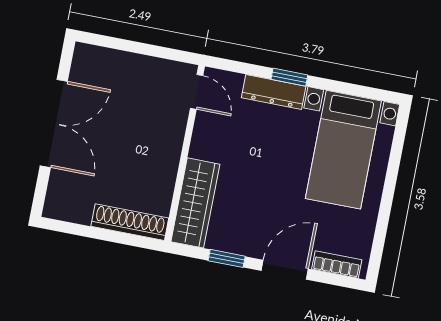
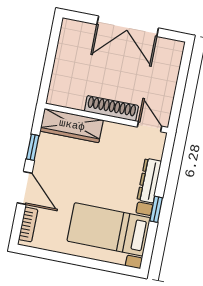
window: (289, 77) -> (156, 209), moved
door: (197, 92) -> (150, 127), swing flipped
shoe rack: (130, 222) -> (111, 108), moved, turned -90

